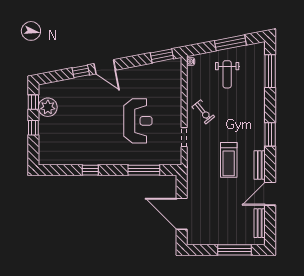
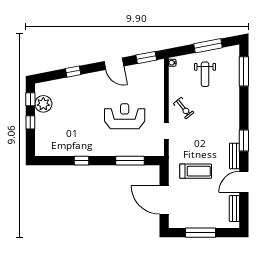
door: (105, 67) -> (114, 64), moved
reception desk: (138, 121) -> (125, 116), turned -90
window: (270, 134) -> (244, 140), moved
treadmill: (229, 160) -> (196, 171), moved, turned -90
window: (235, 250) -> (201, 233), moved

